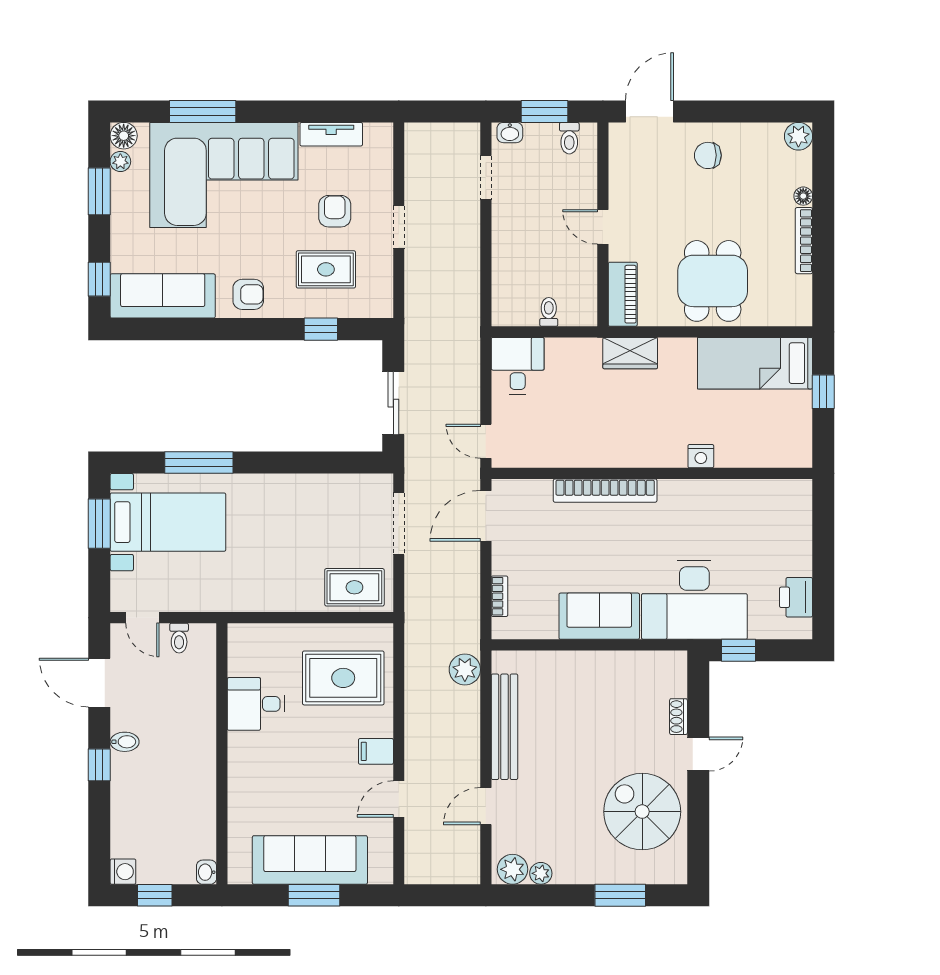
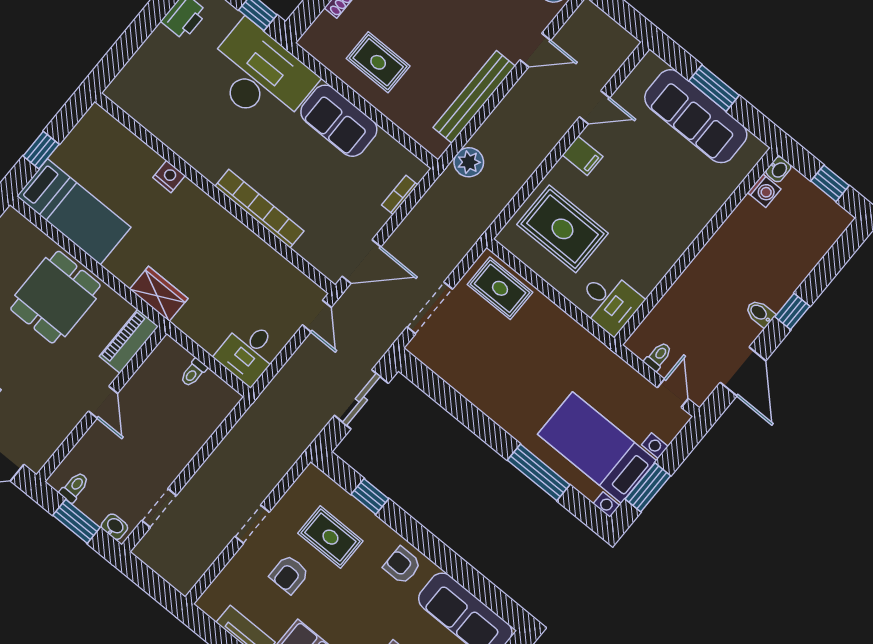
rug: (606, 690) -> (378, 62), added
desk: (256, 704) -> (609, 302), moved
washing machine: (123, 872) -> (764, 191), moved, turned 180

